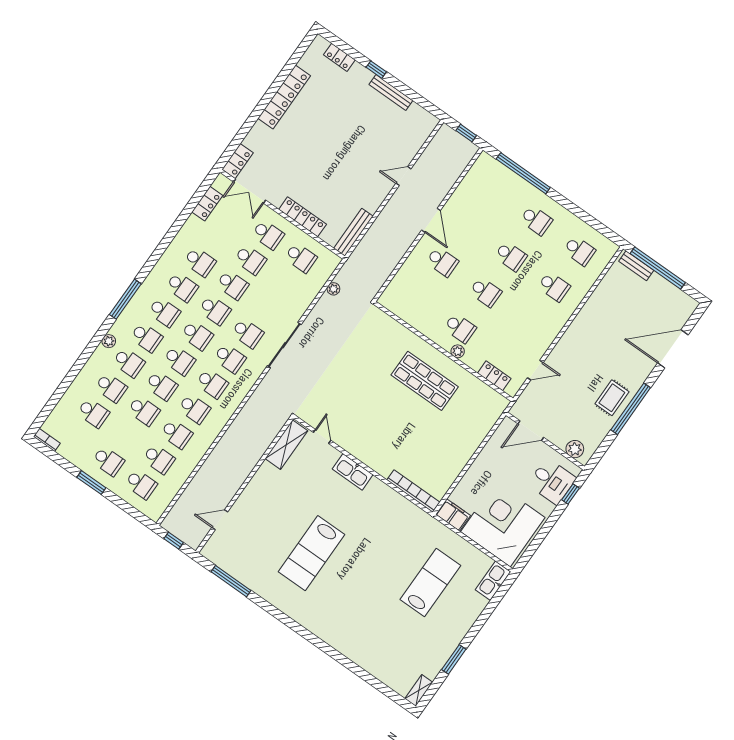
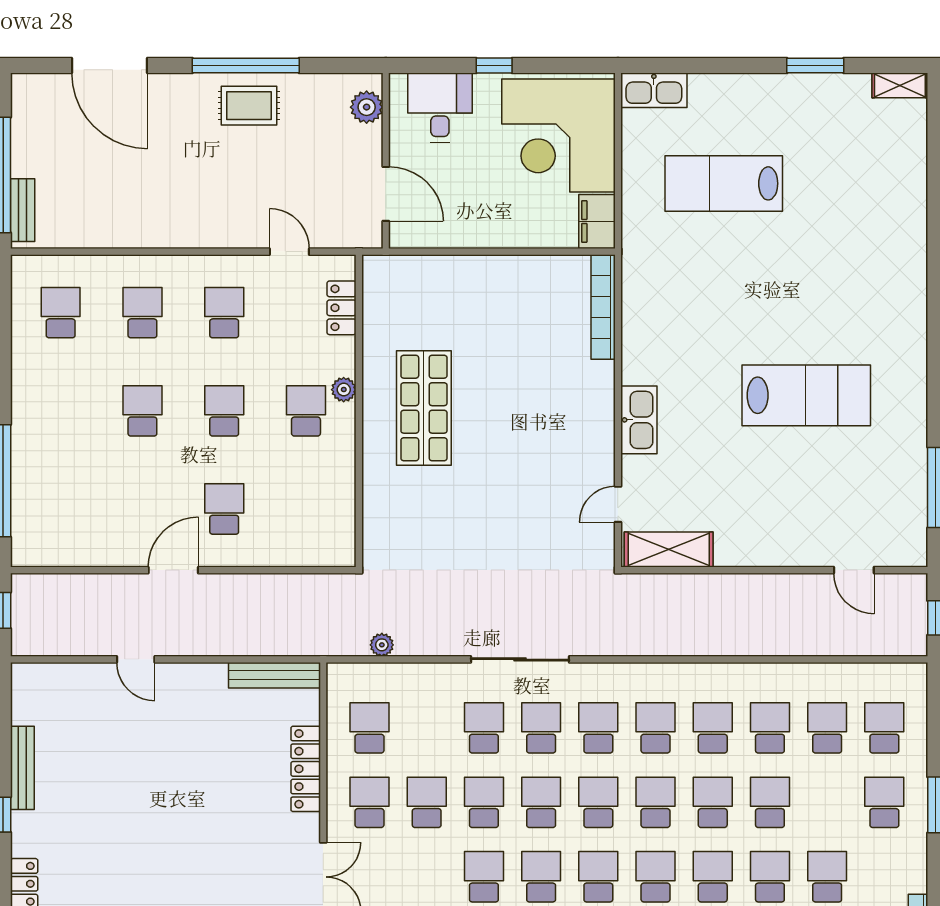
school desk: (536, 220) -> (224, 313), moved
school desk: (265, 308) -> (484, 728), added
window: (571, 494) -> (494, 65), moved

